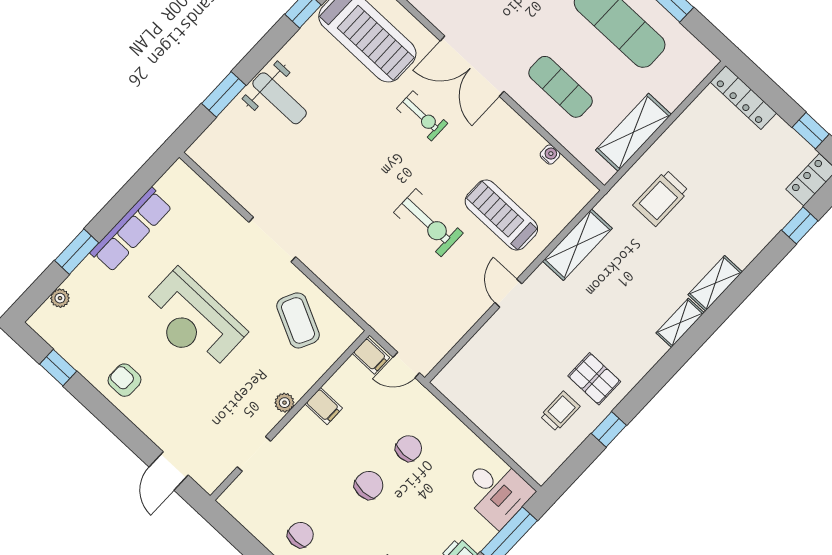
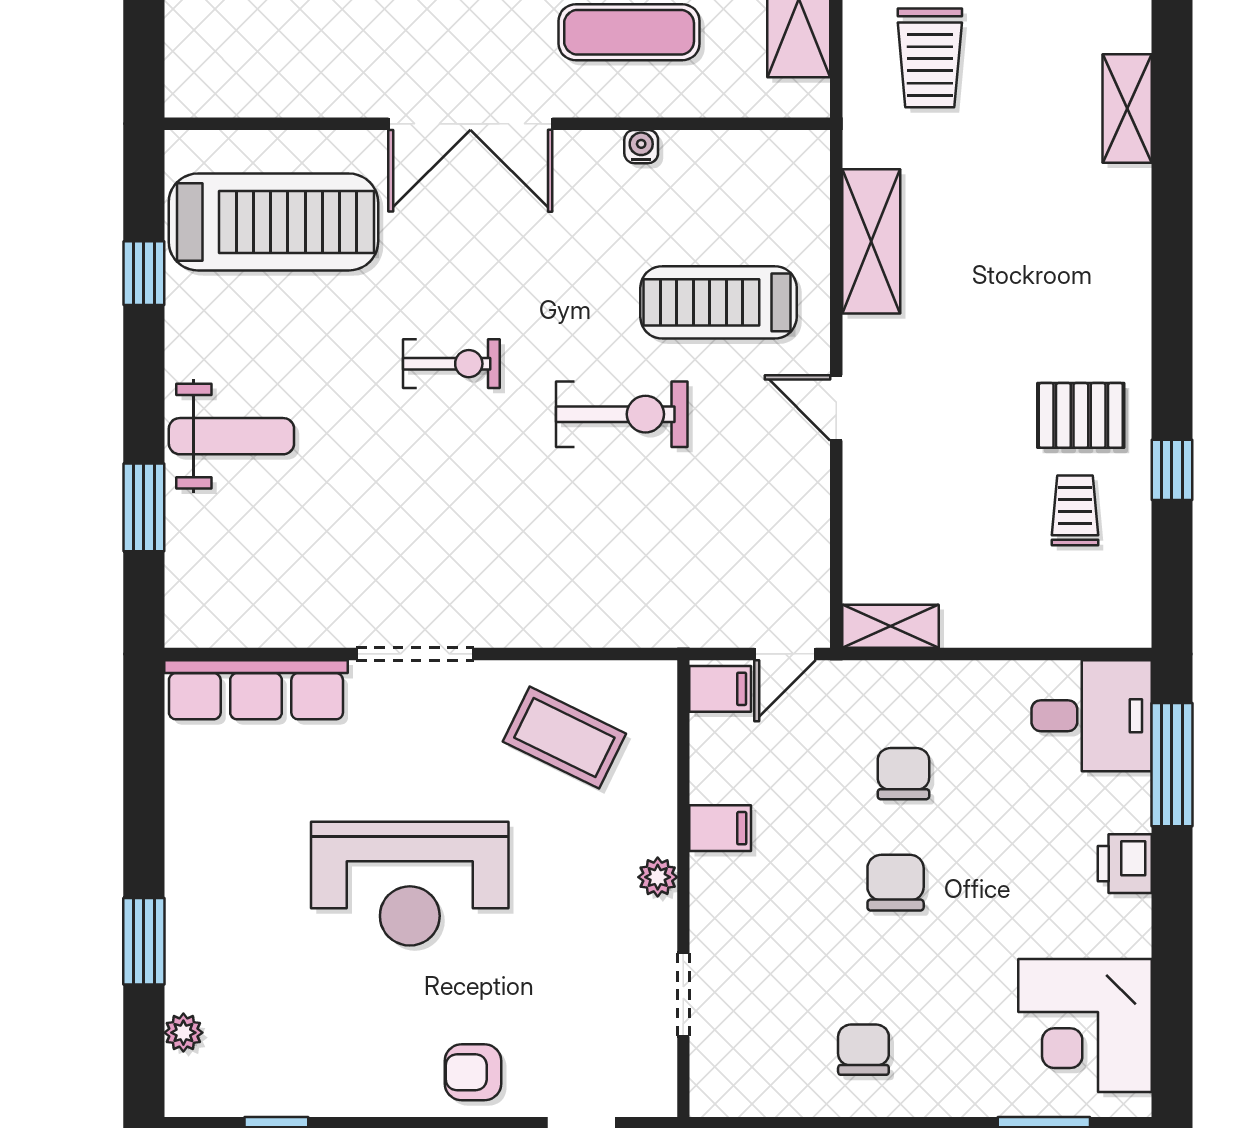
exercise bike: (422, 116) -> (451, 364), moved
water cooler: (550, 155) -> (641, 147), moved
row of seats: (131, 230) -> (256, 690), moved, turned 90
shelving: (680, 323) -> (891, 626), moved, turned 90
armchair: (124, 380) -> (473, 1072), moved

